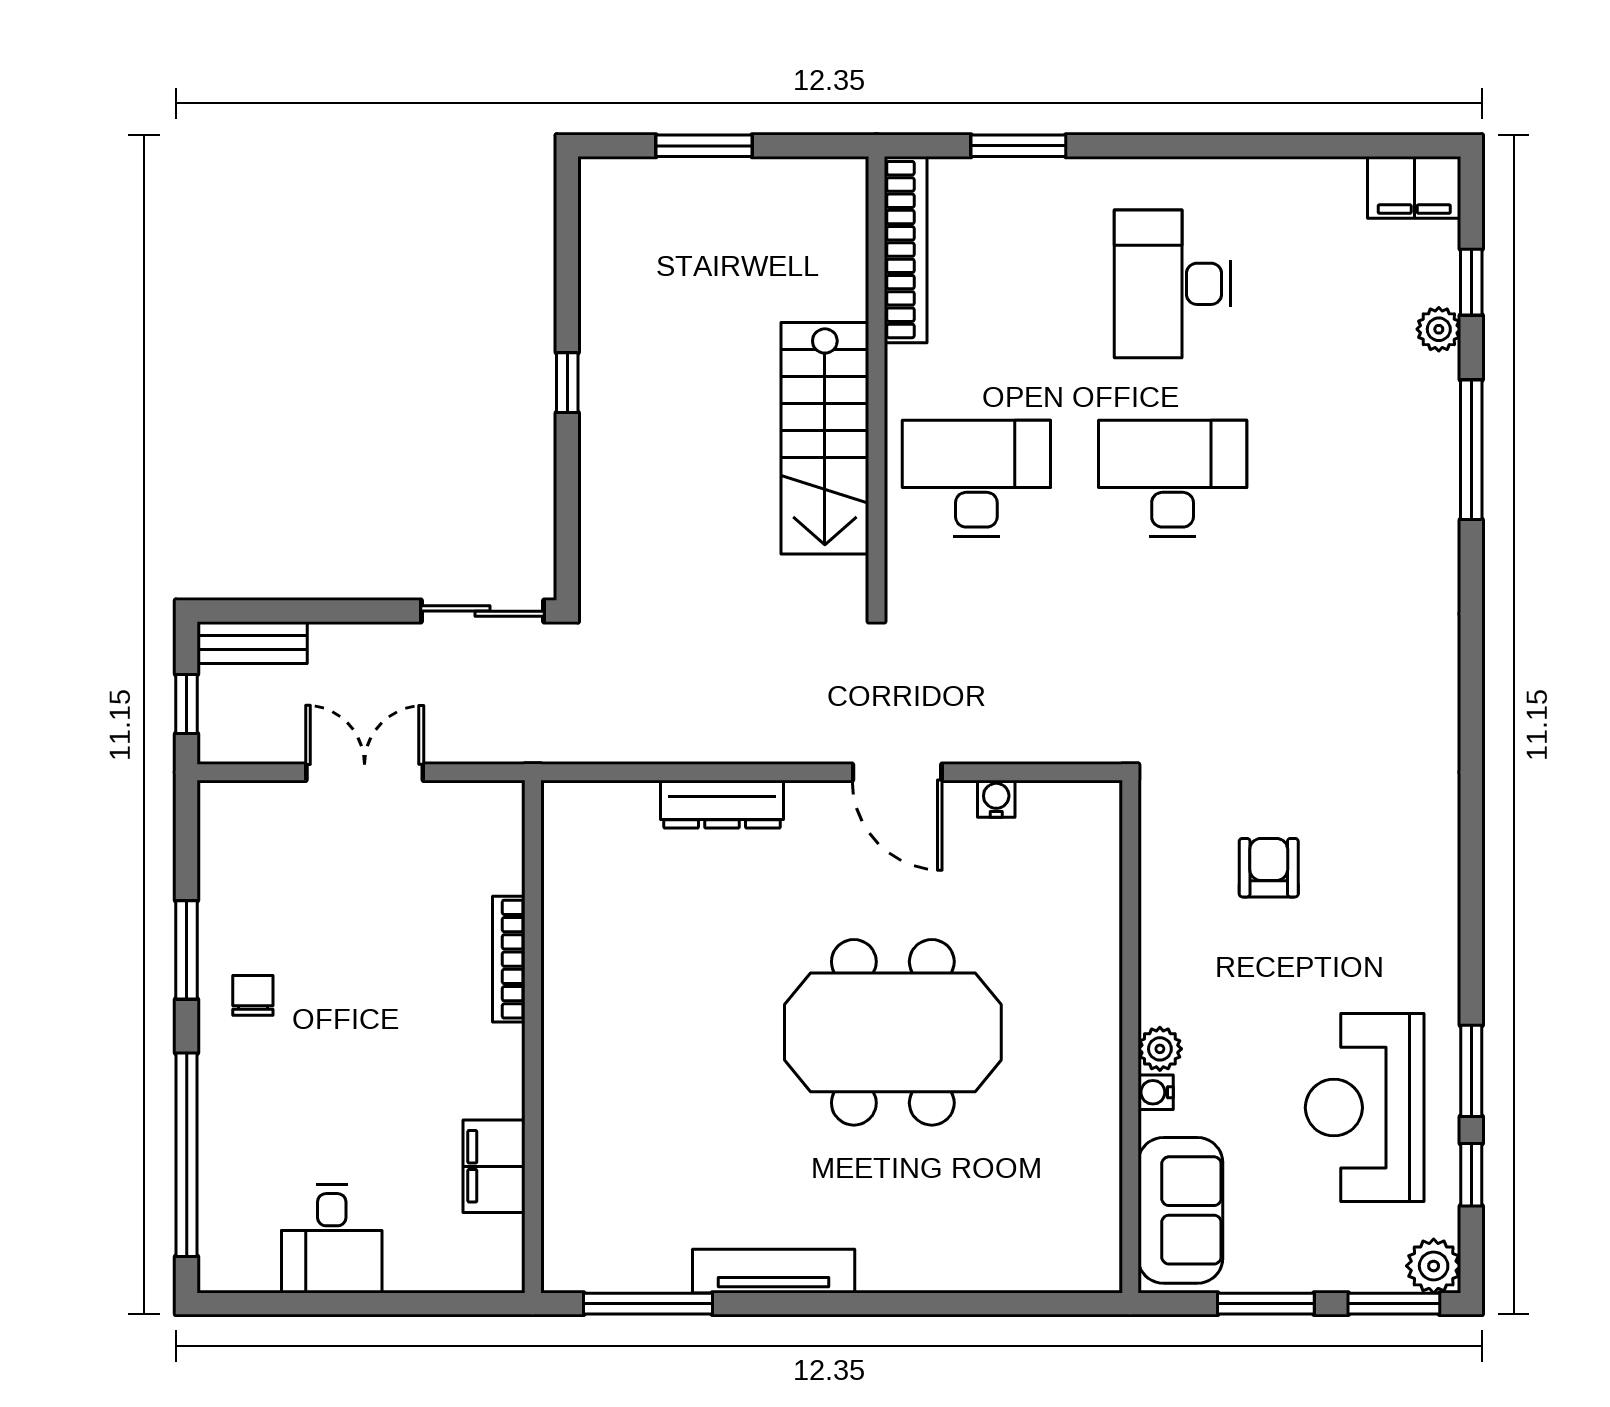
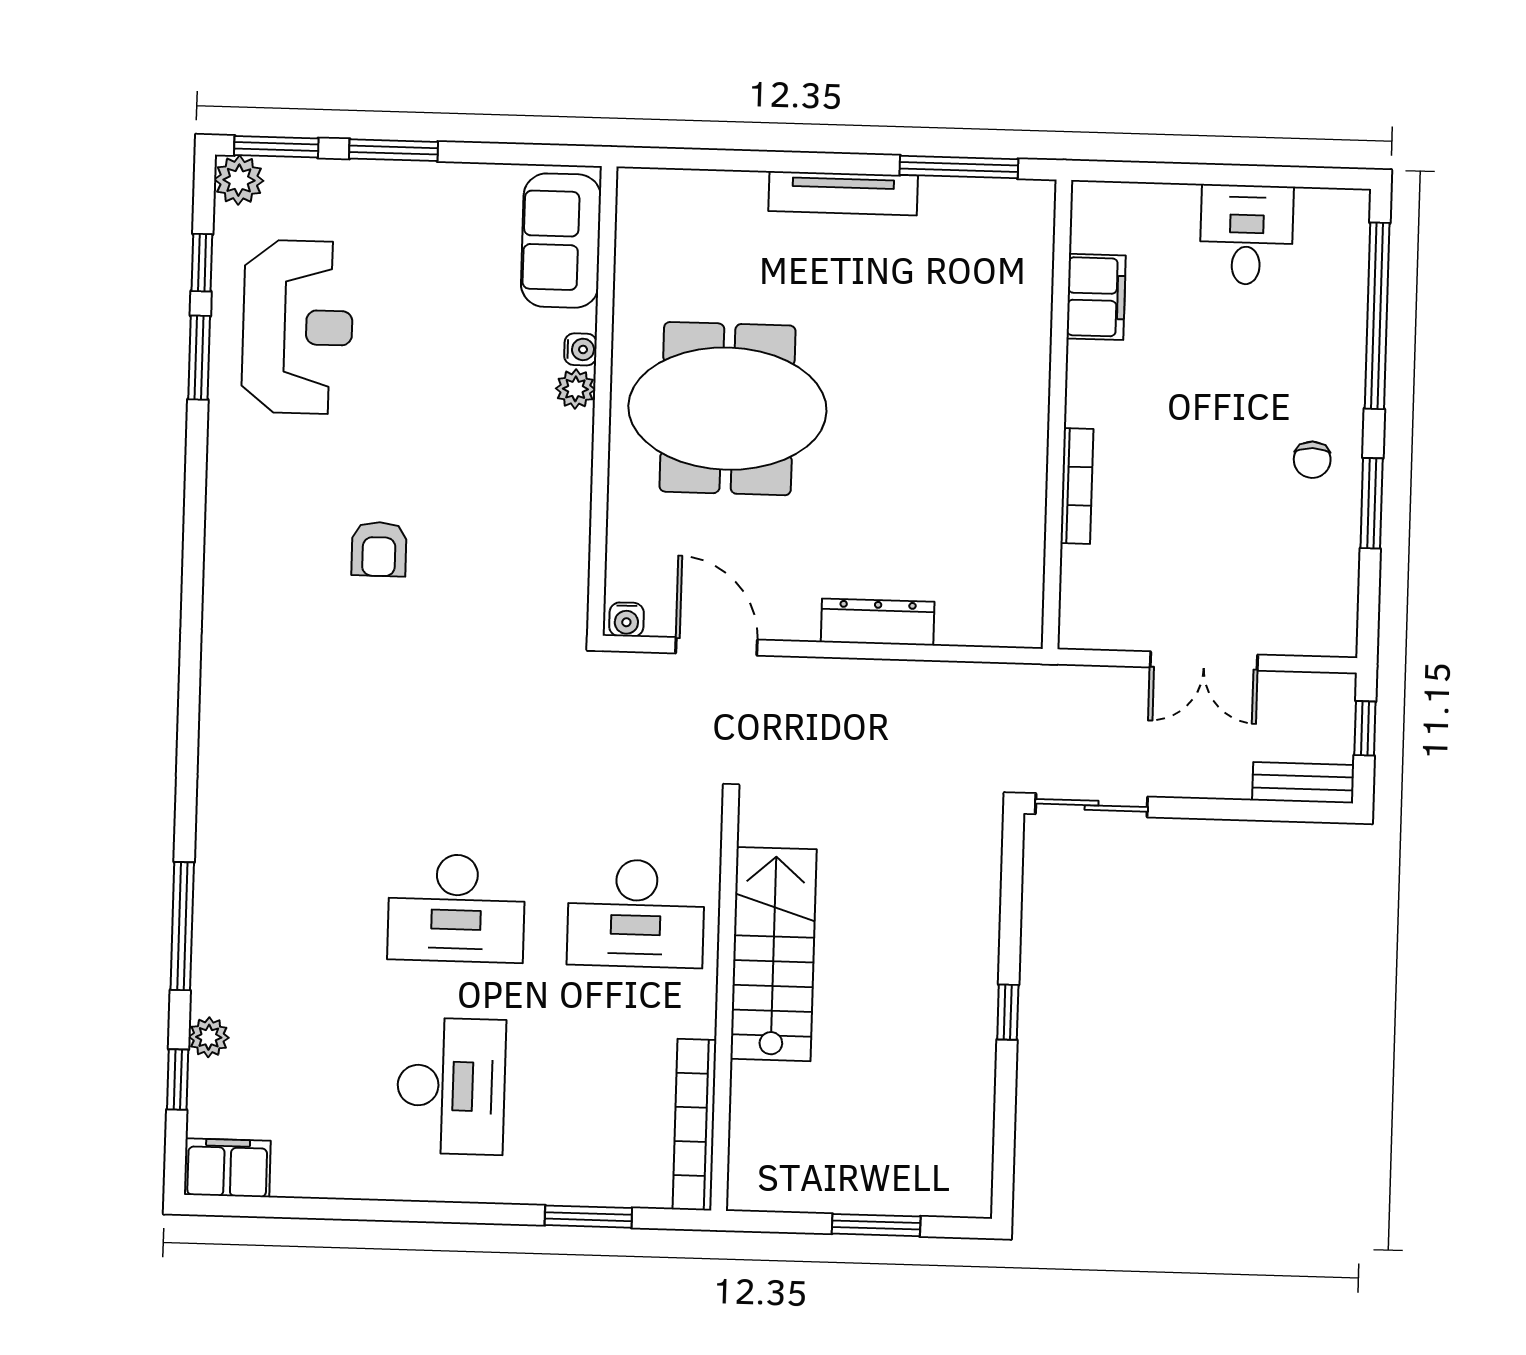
wall: (1130, 1037) -> (602, 401), moved
plant: (1160, 1049) -> (575, 389), moved
water cooler: (1156, 1092) -> (580, 349), moved
sofa: (1180, 1210) -> (561, 241), moved

